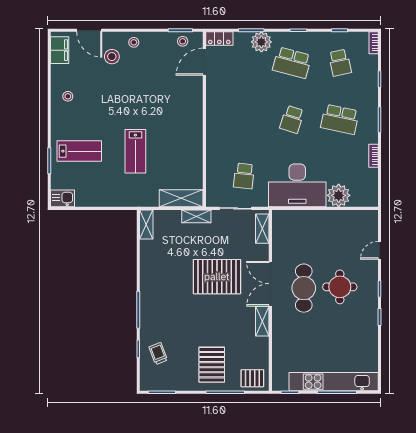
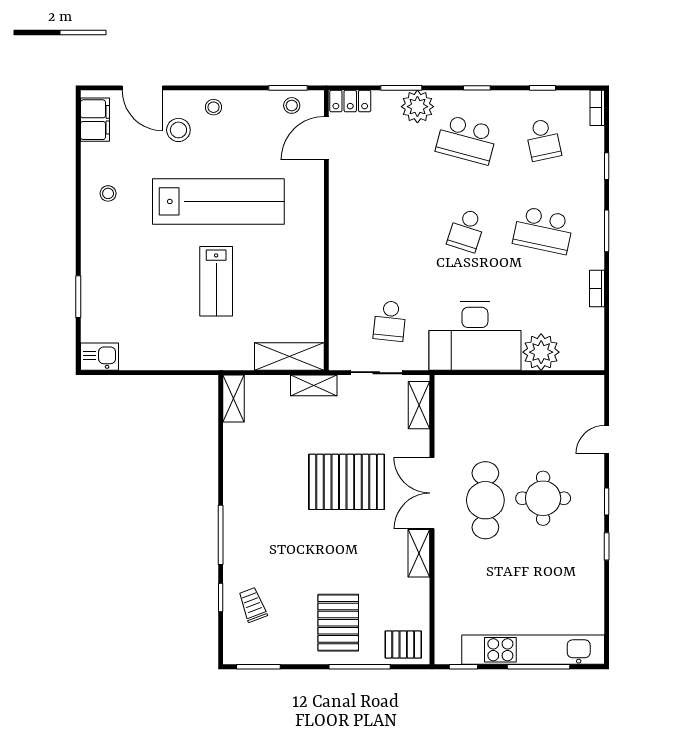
lab bench: (79, 151) -> (218, 201), moved, width x1.86, depth x1.39

